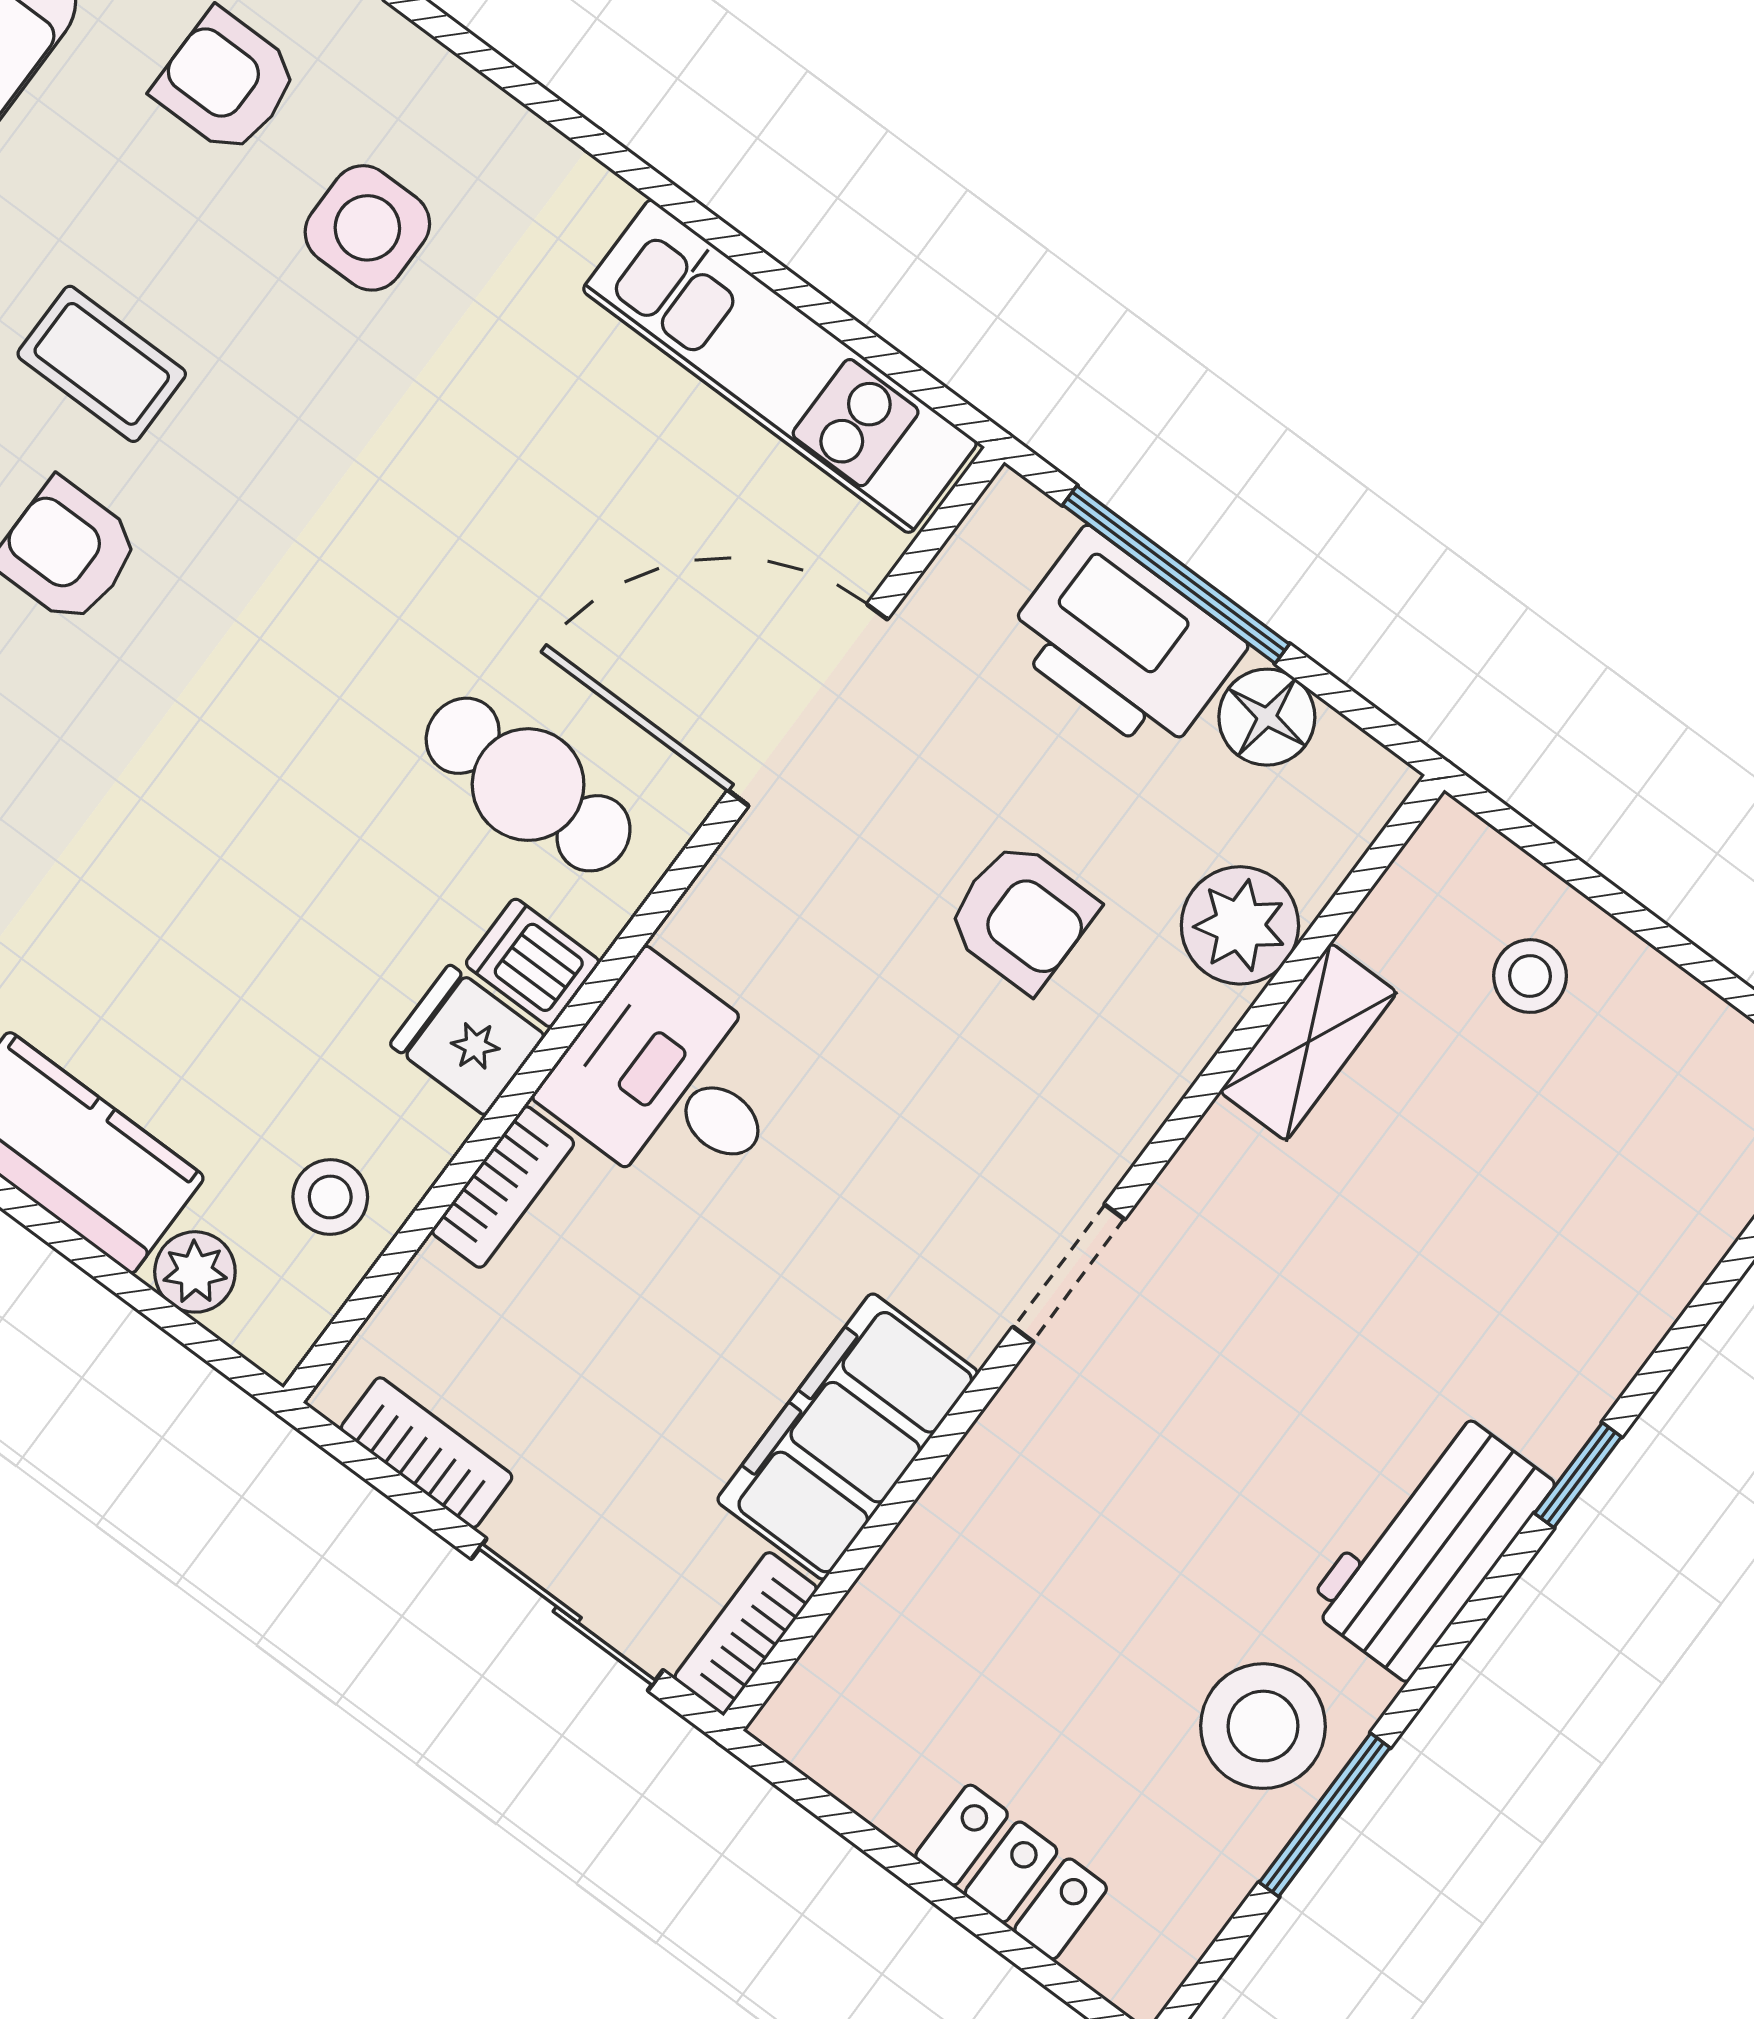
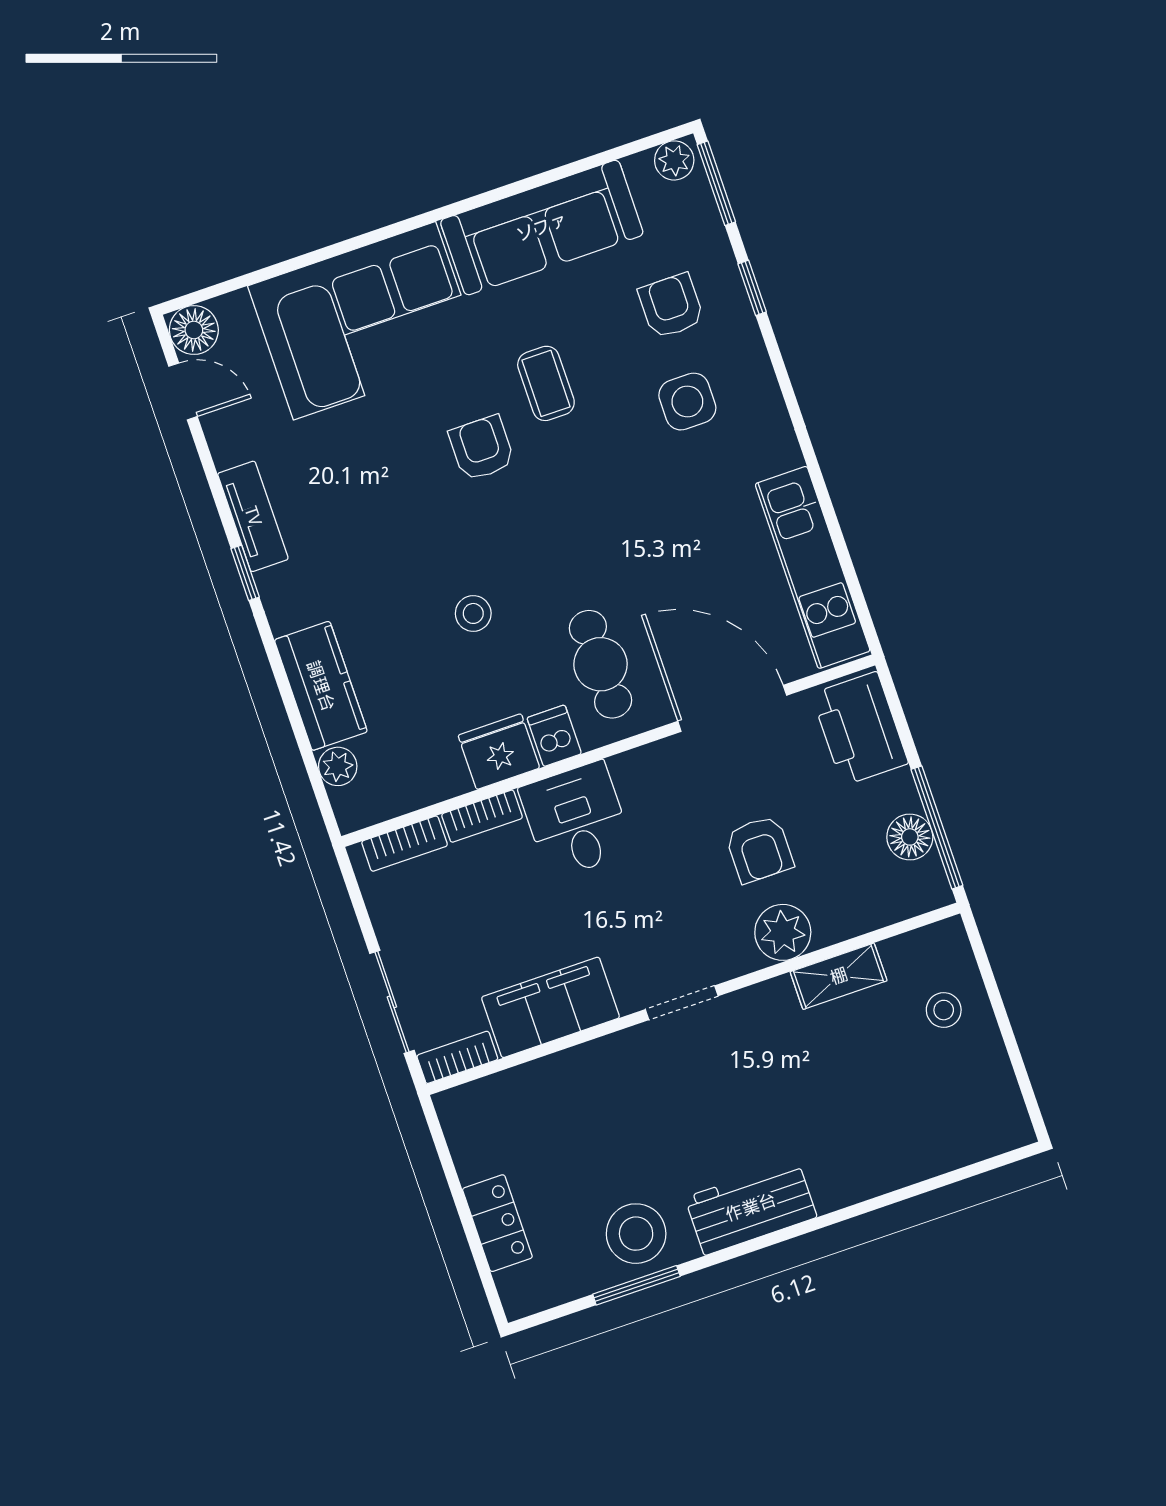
window: (1176, 575) -> (937, 827), moved
printer: (1124, 643) -> (860, 729), moved
plant: (1240, 925) -> (783, 932), moved
fridge: (467, 1040) -> (499, 752), width x1.38
stool: (330, 1197) -> (473, 613), moved
bookcase: (427, 1453) -> (405, 844), moved, turned 90
window: (1578, 1475) -> (828, 1220), removed

